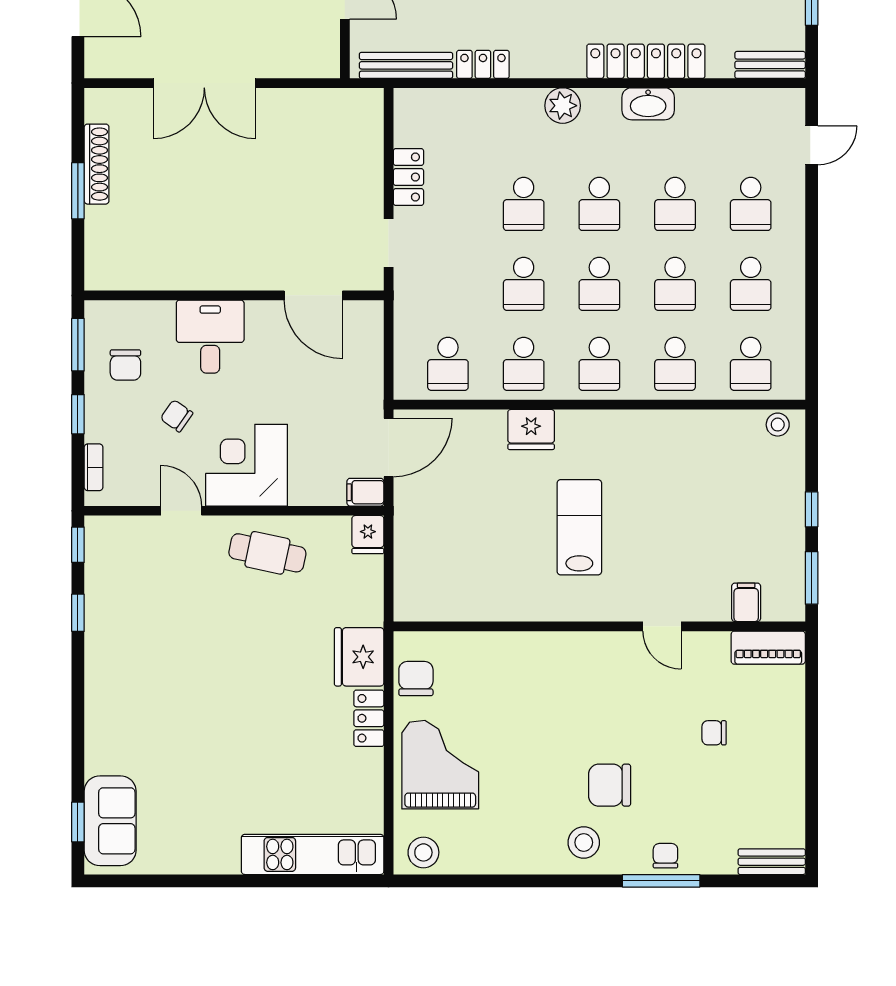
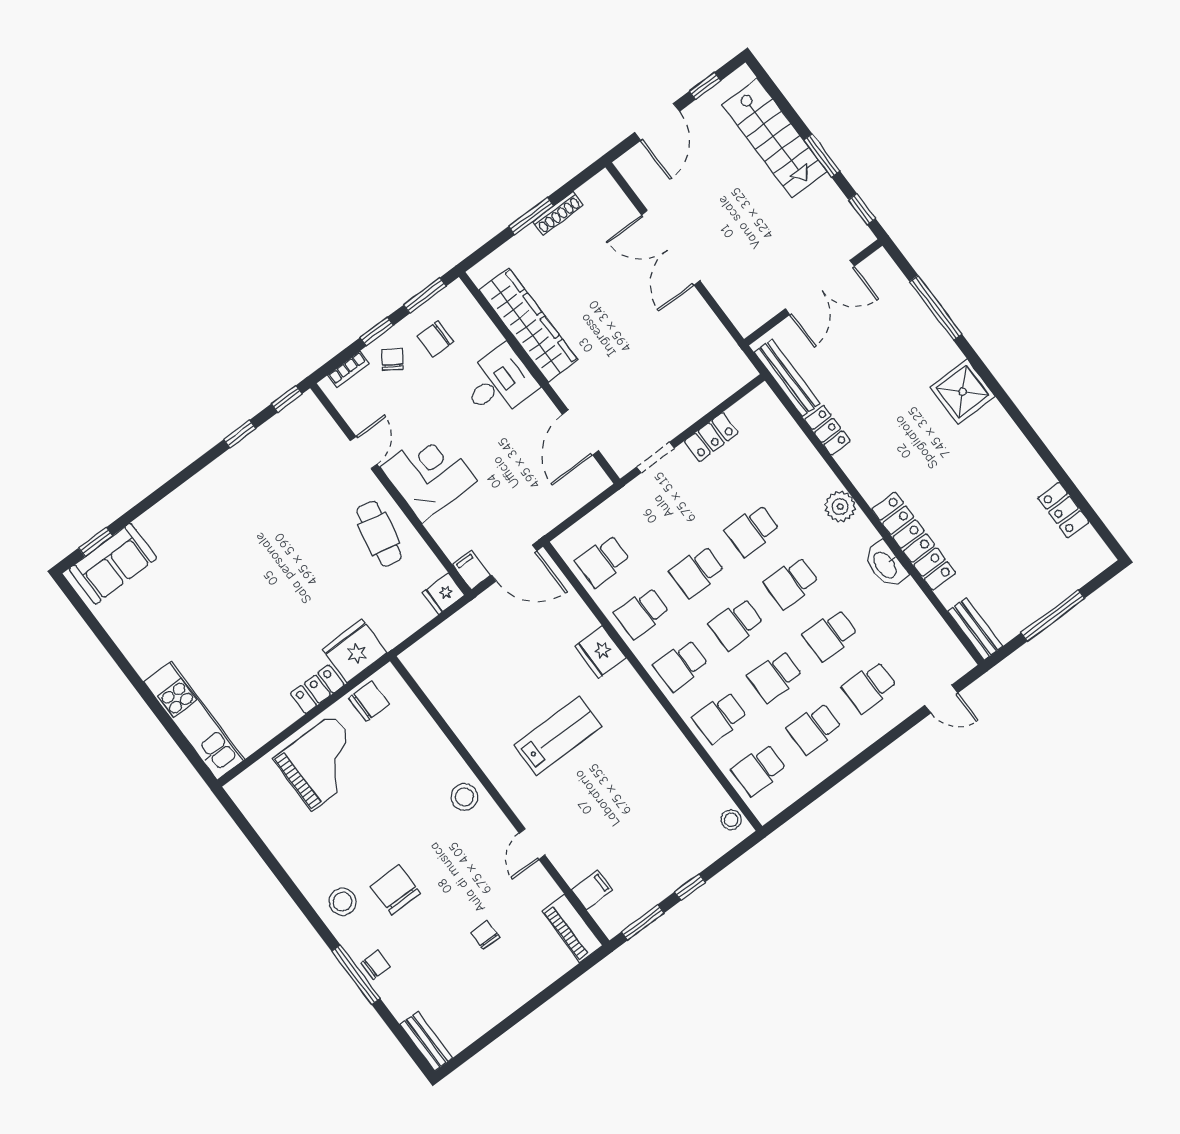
shoe rack: (97, 164) -> (558, 213), width x0.74, depth x0.81
wardrobe: (177, 269) -> (528, 325), added
chair: (177, 416) -> (392, 359), moved
stool: (423, 852) -> (464, 797), moved

